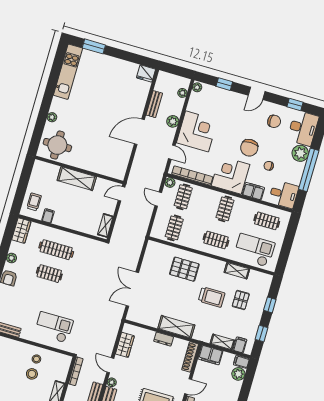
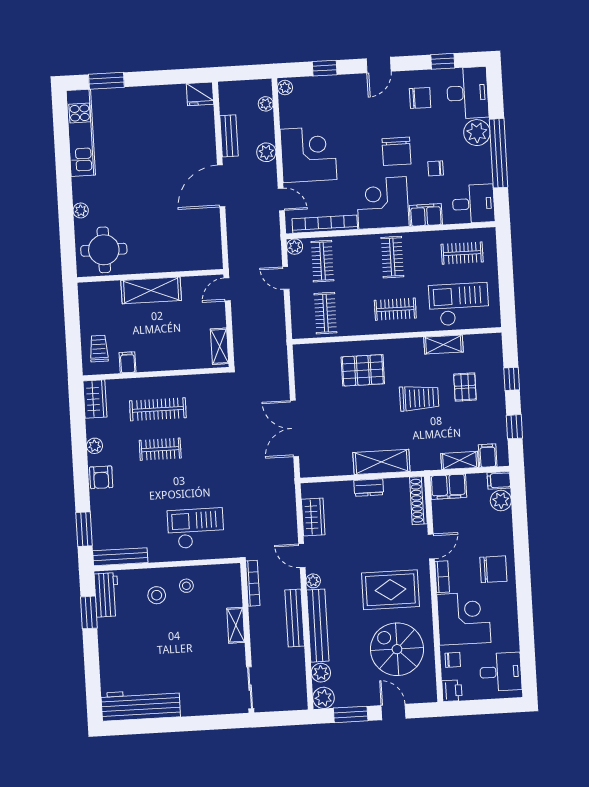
stool: (32, 374) -> (157, 595), moved

